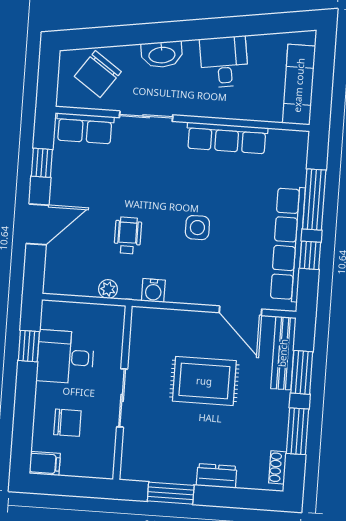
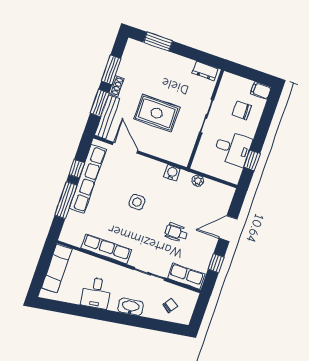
chair: (98, 74) -> (170, 305), width x0.54, depth x0.54
wheelchair: (128, 235) -> (176, 233), moved, turned 90
shoe rack: (278, 467) -> (116, 86), moved
dresser: (217, 476) -> (205, 71), moved
window: (171, 493) -> (158, 42), moved

